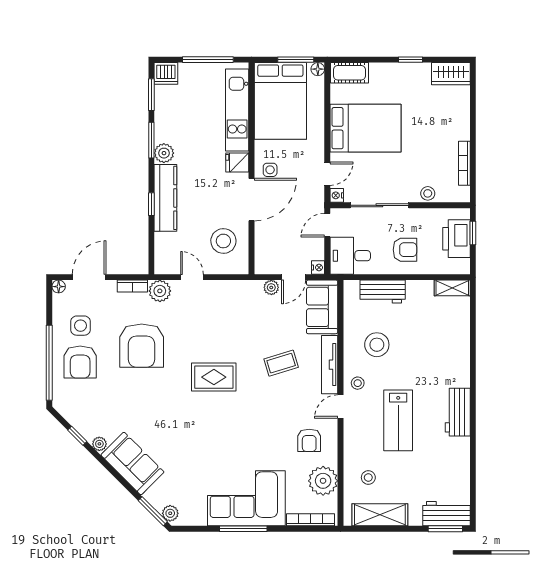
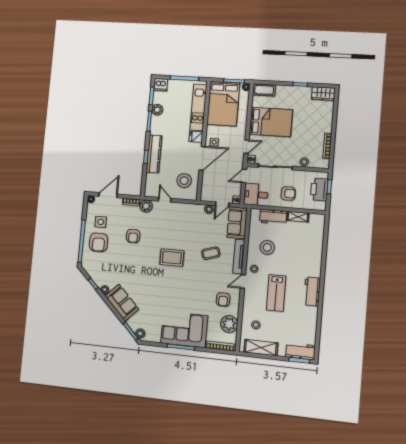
plant: (164, 153) -> (157, 110), moved
shelving: (452, 288) -> (298, 217), moved
armchair: (142, 346) -> (133, 236), width x0.53, depth x0.53

